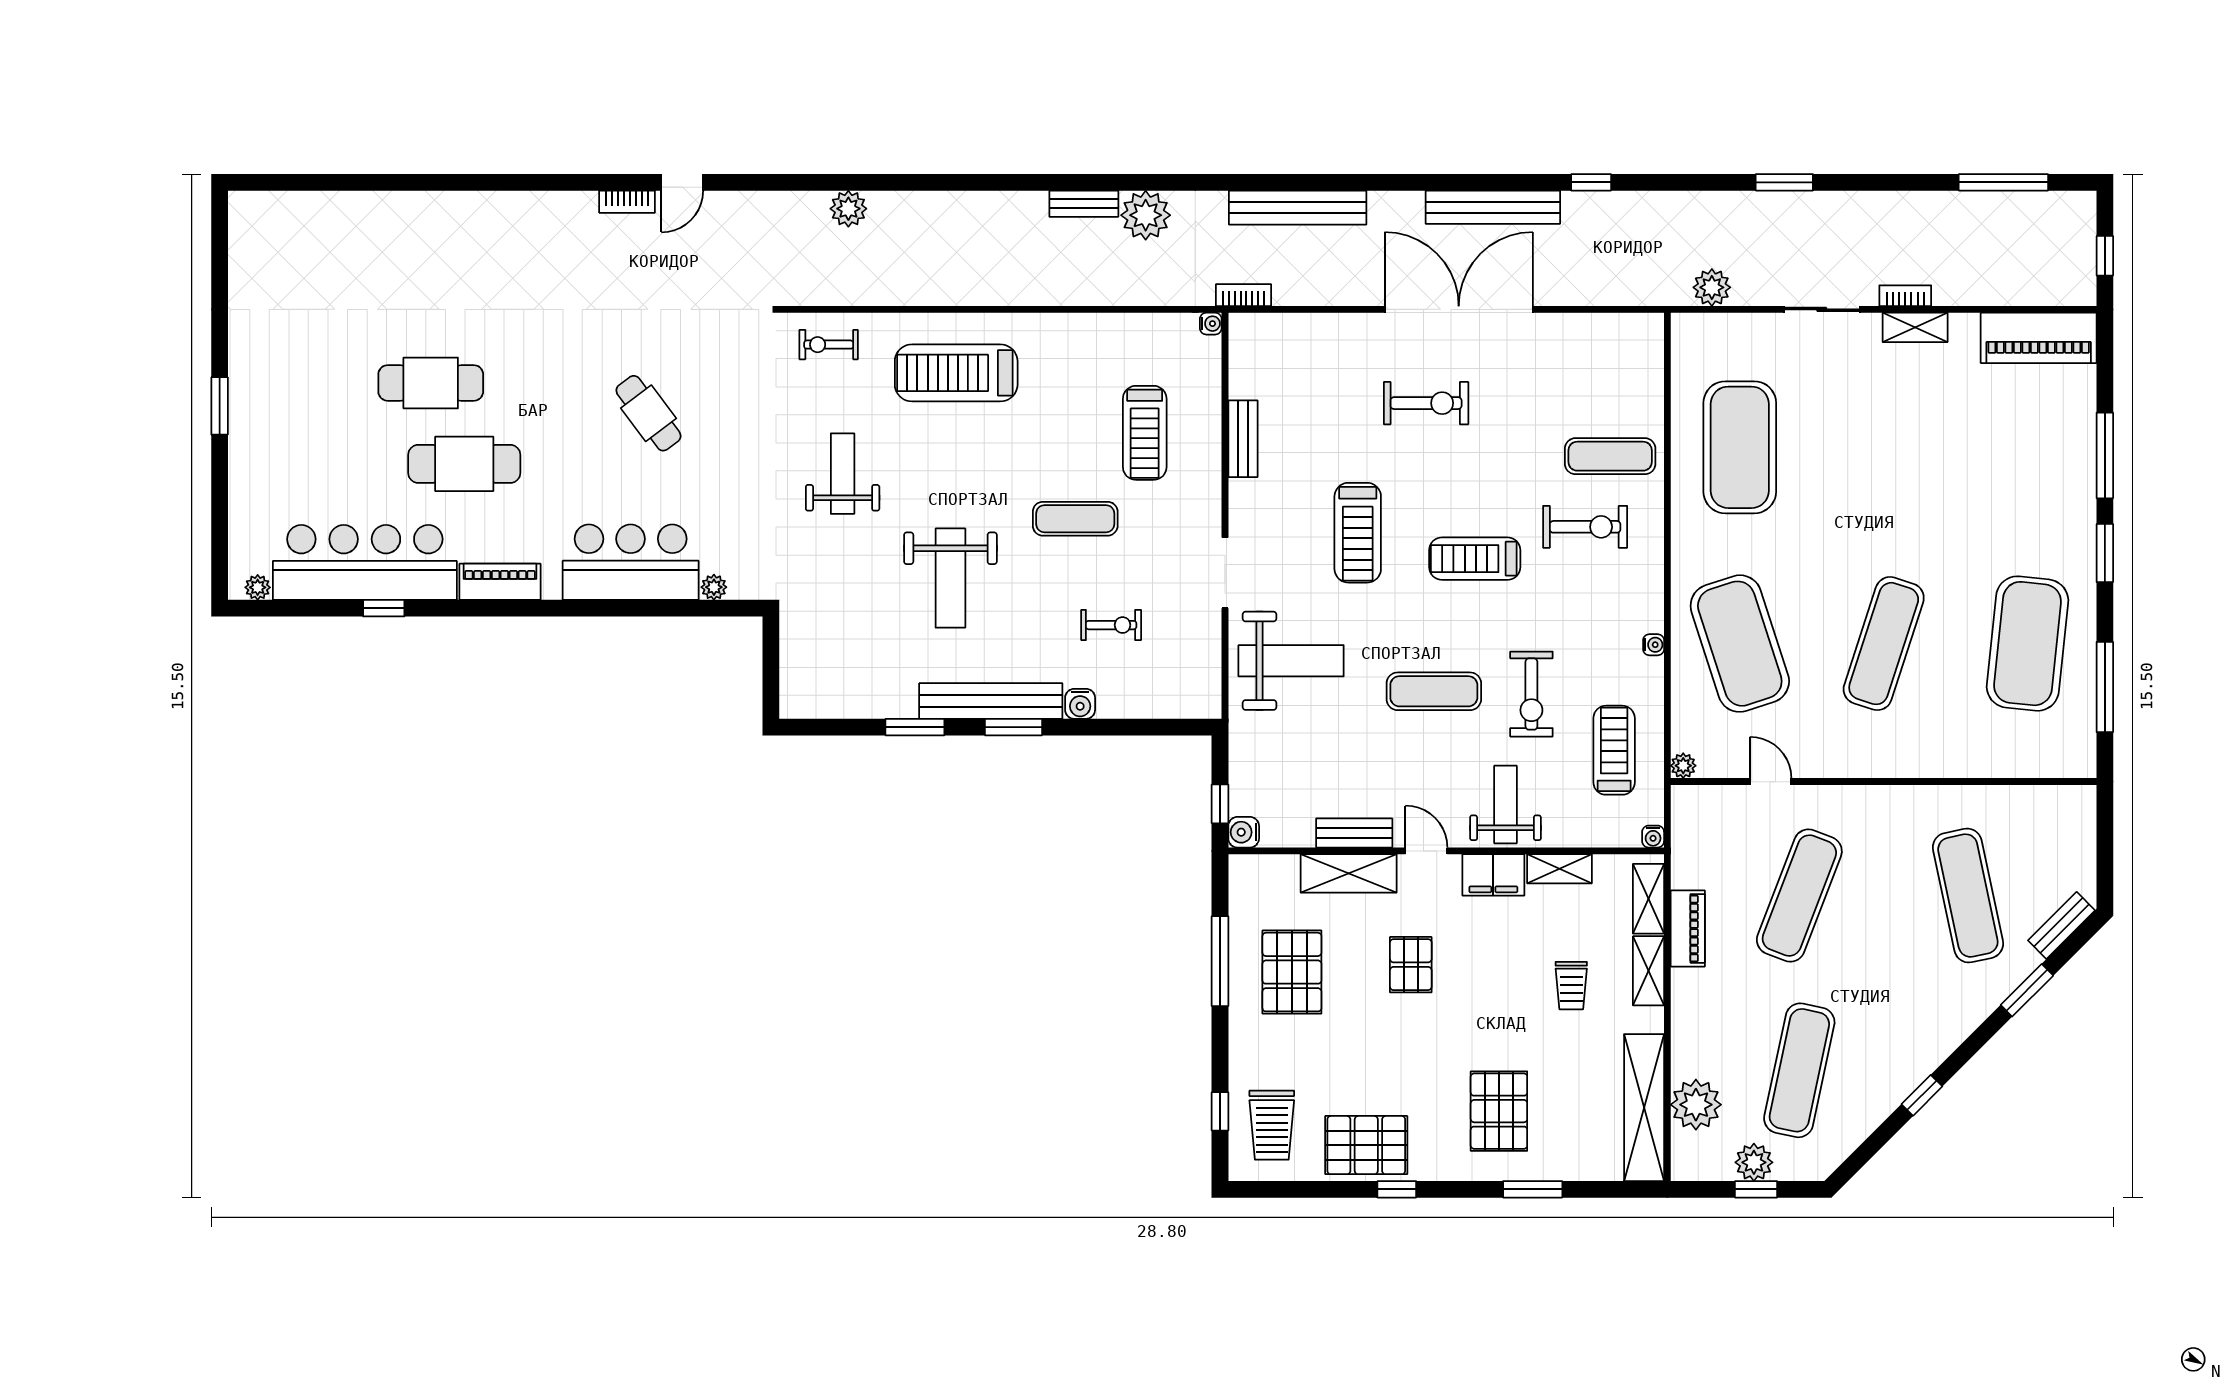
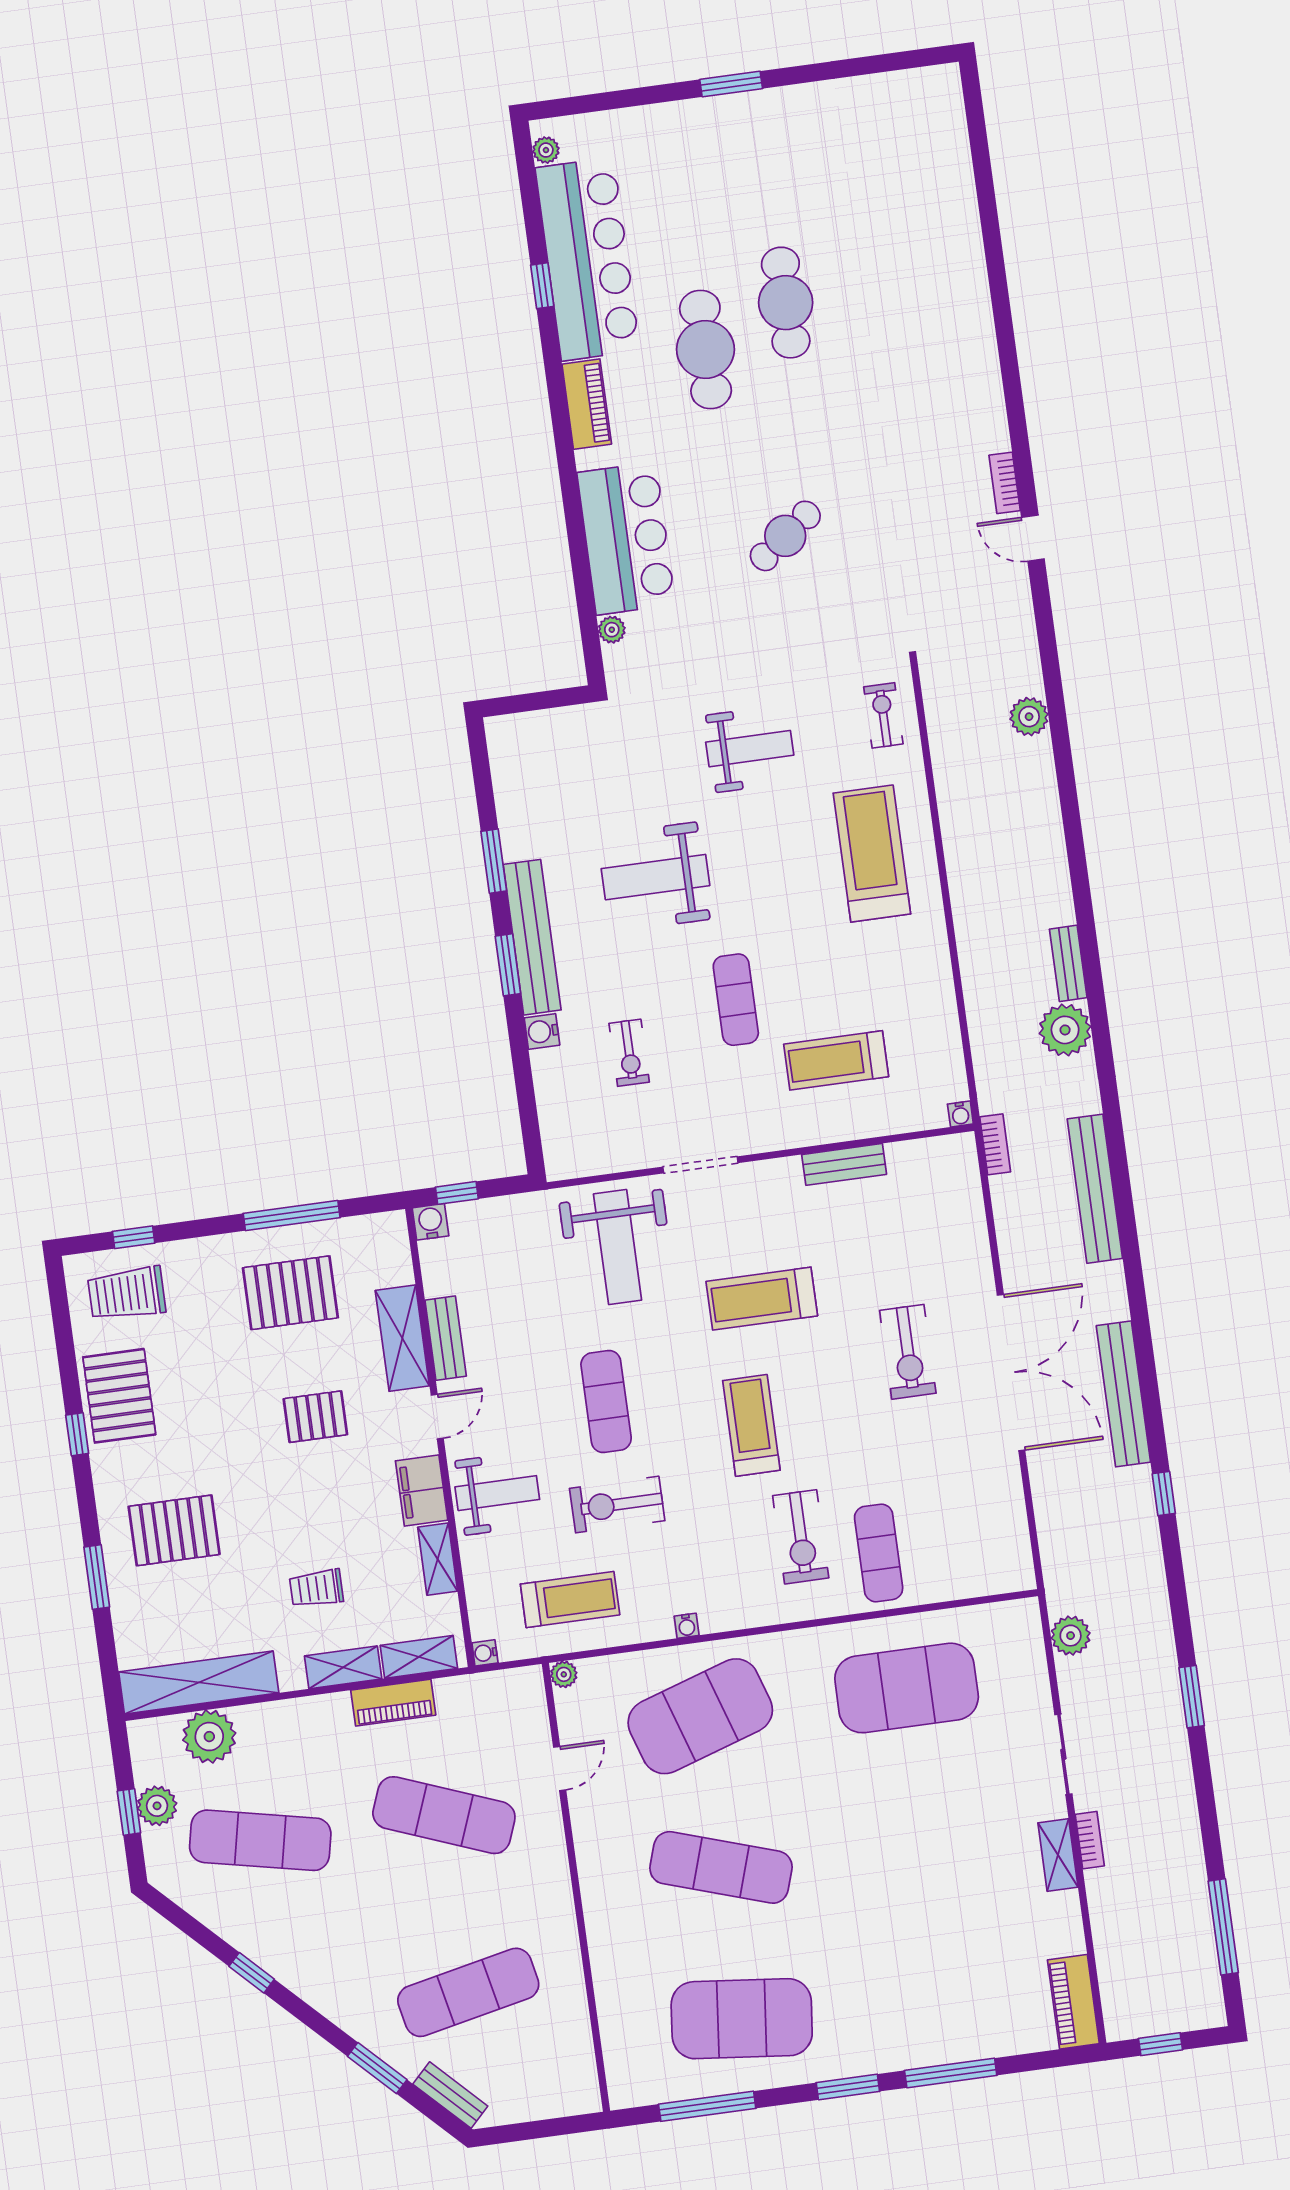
piano: (2039, 338) -> (1073, 2002), width x0.73, depth x0.75

